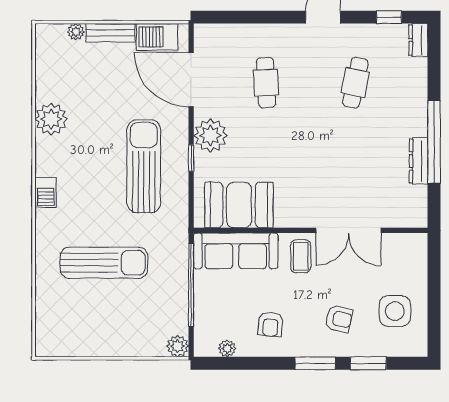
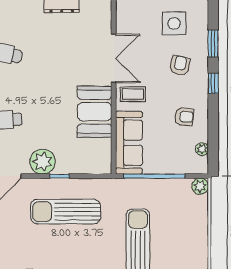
booth: (239, 205) -> (95, 112), moved
window: (315, 363) -> (213, 83), width x0.67

